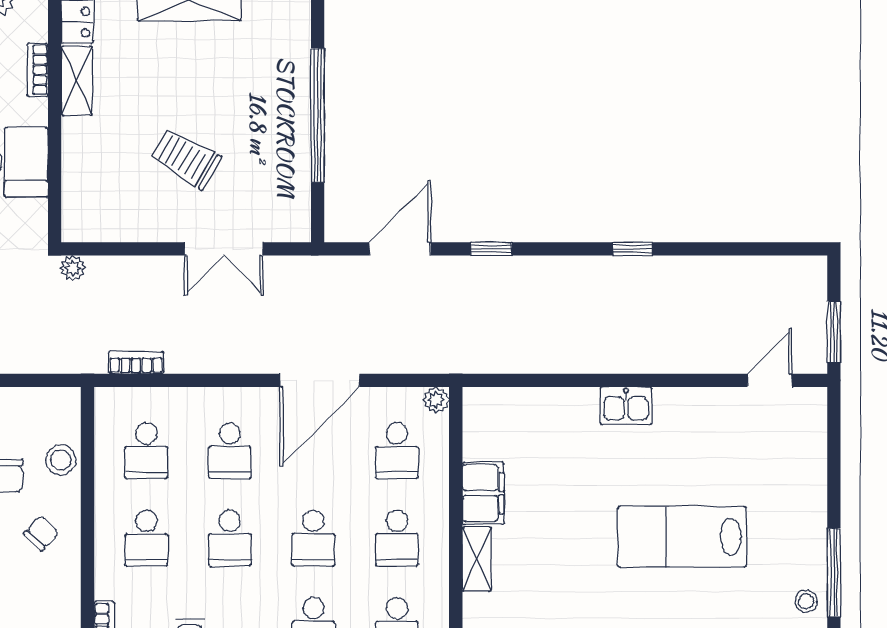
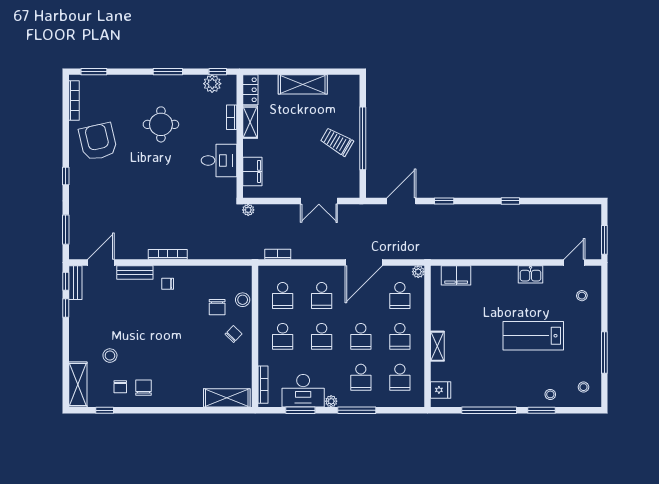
trolley: (186, 159) -> (337, 142), moved
filing cabinet: (82, 186) -> (252, 171), added
kitchen sink: (626, 406) -> (531, 274), moved
filing cabinet: (483, 493) -> (456, 275), moved, turned 90
stool: (806, 601) -> (582, 296), moved

